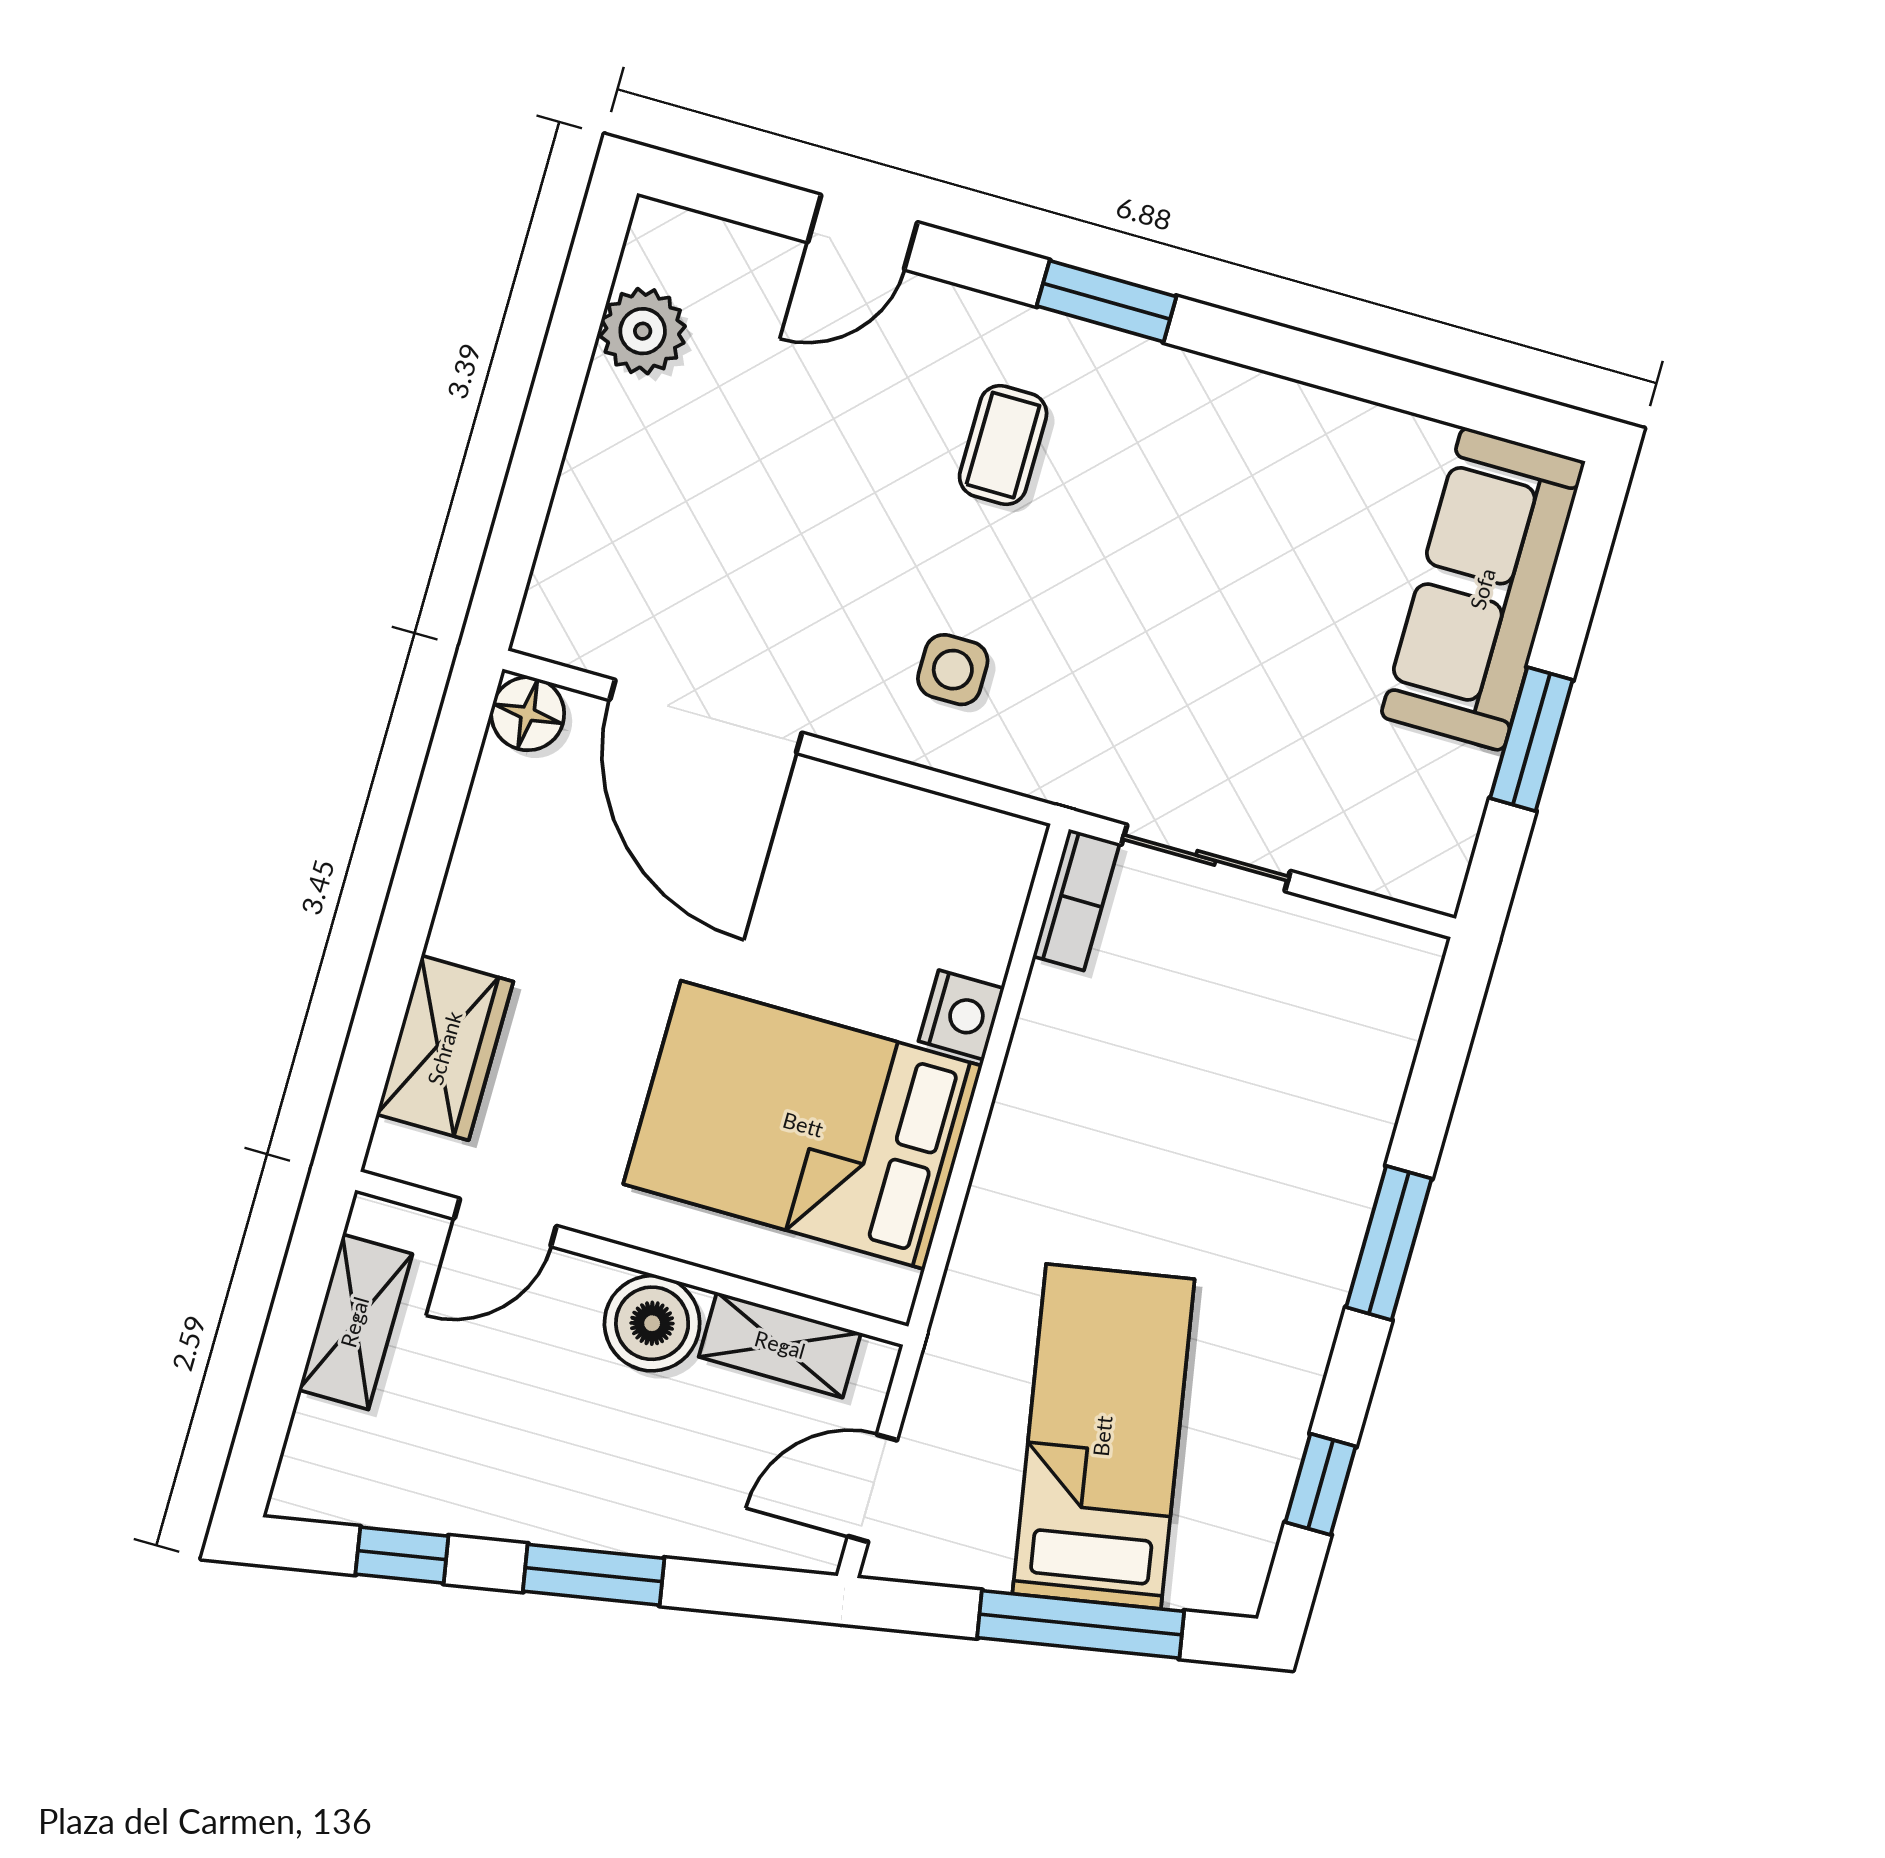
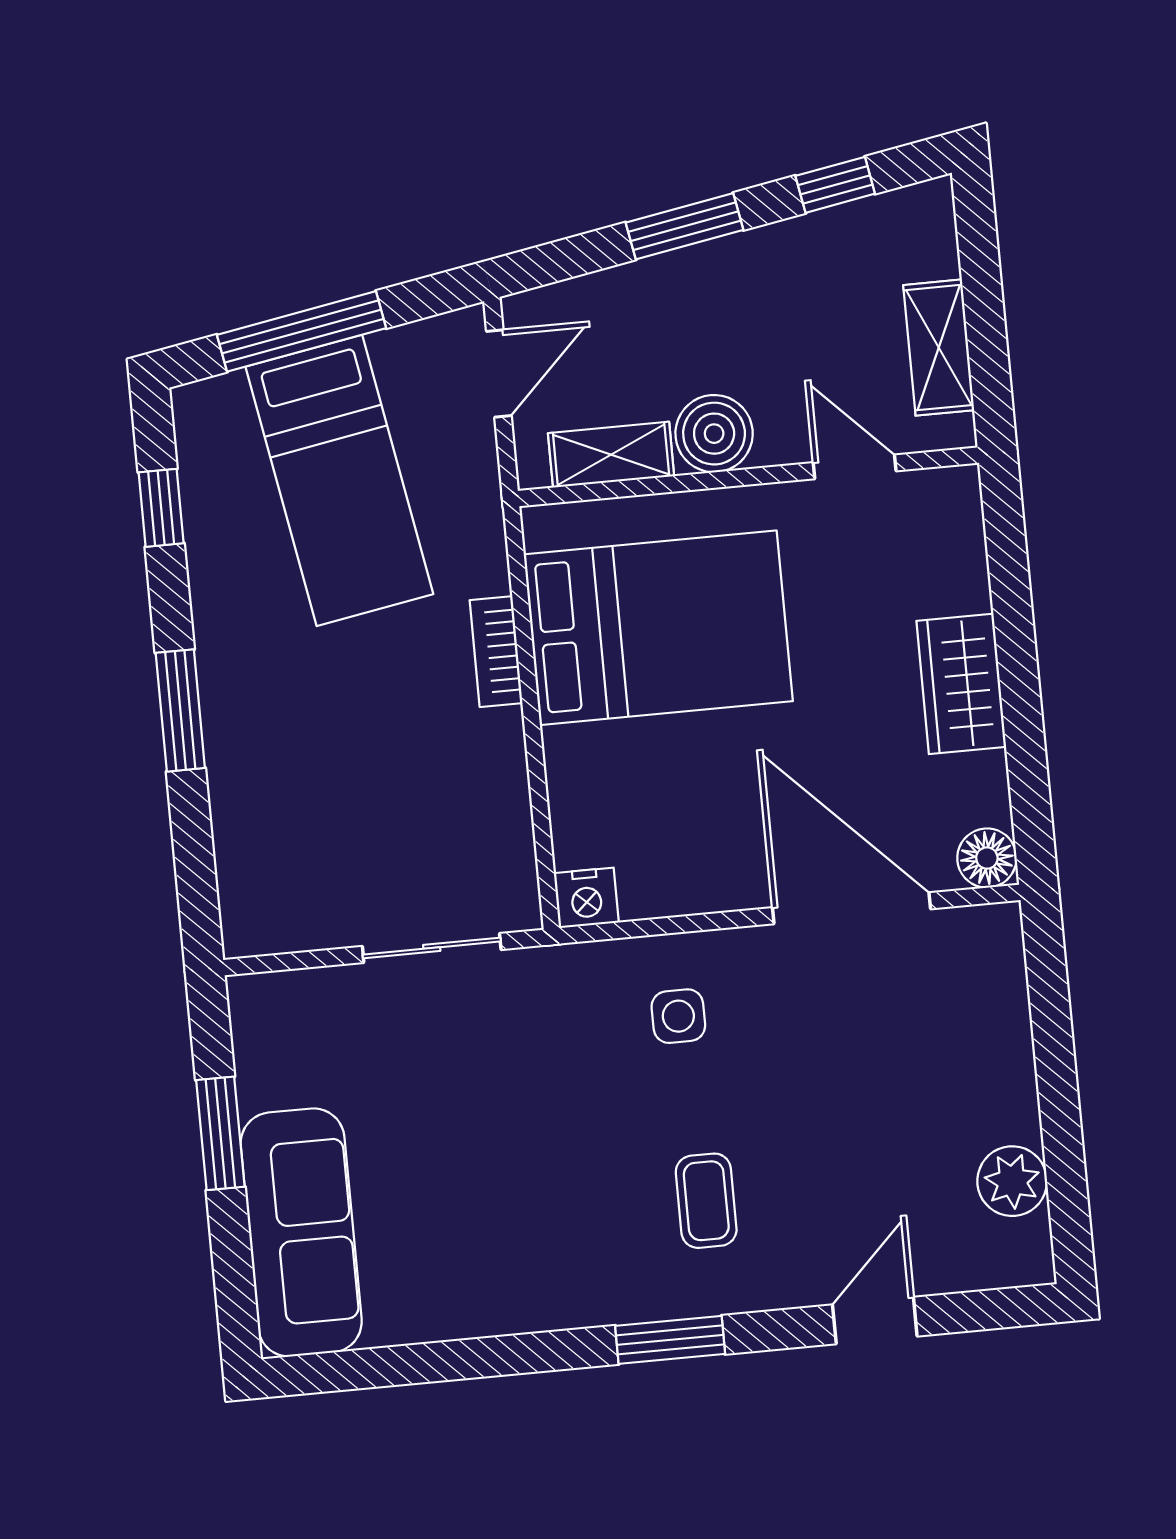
bookcase: (1076, 900) -> (496, 652), moved
nightstand: (961, 1015) -> (586, 898), moved, turned -90
wardrobe: (445, 1048) -> (961, 684), moved
door: (505, 1222) -> (855, 467), hinge flipped

